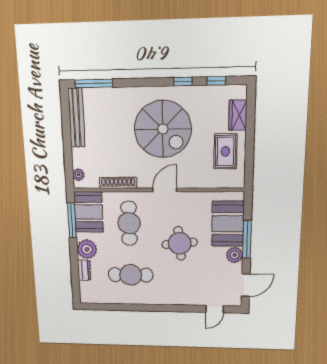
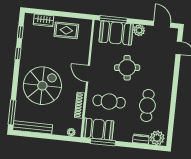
spiral stairs: (163, 129) -> (42, 86), moved
window: (247, 239) -> (113, 19), moved
plant: (87, 249) -> (157, 138), moved

